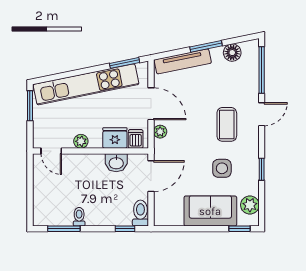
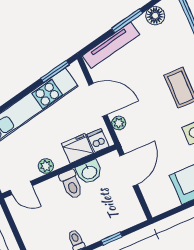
toilet: (140, 213) -> (71, 184), moved, turned 180
window: (125, 229) -> (112, 238), moved

